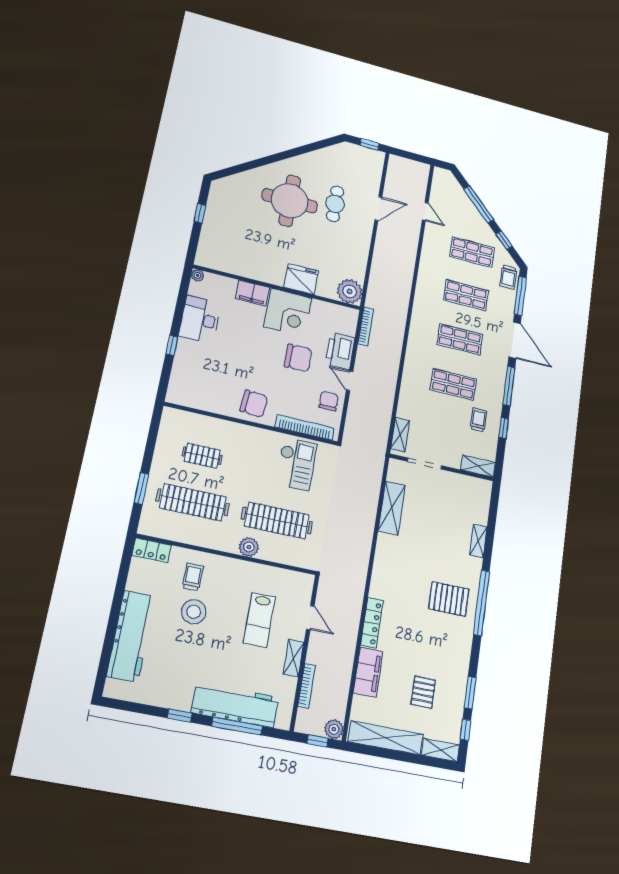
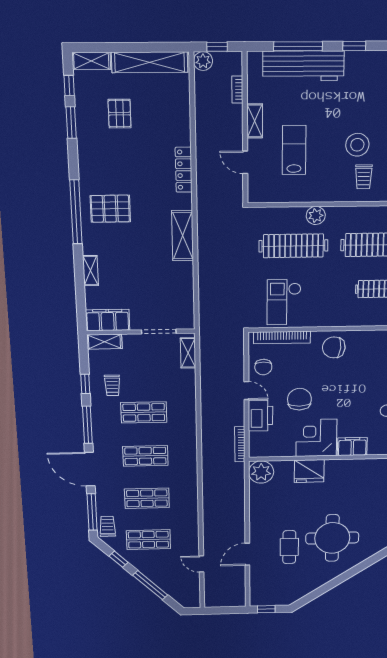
chair: (298, 358) -> (299, 399), turned 90
shelving: (392, 508) -> (183, 236), moved
filing cabinet: (368, 672) -> (108, 320), moved, turned 90
bookcase: (307, 686) -> (237, 90), width x0.64

